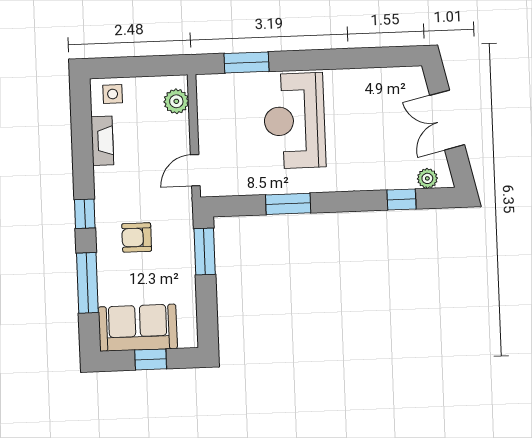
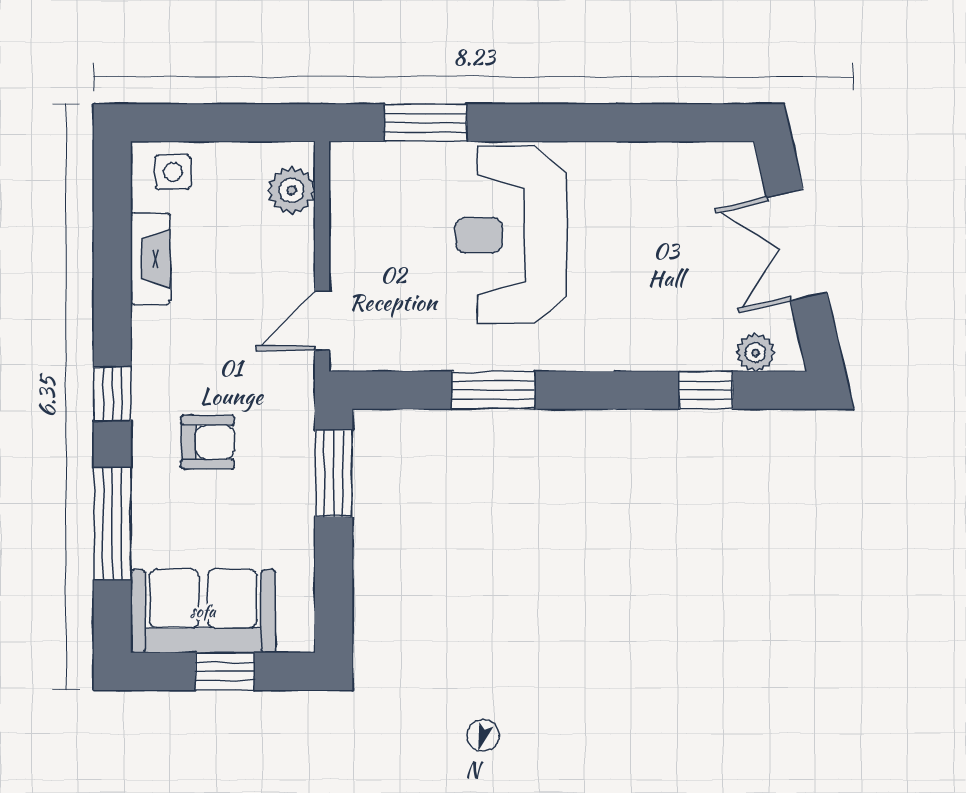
armchair: (137, 237) -> (208, 442), turned 180

